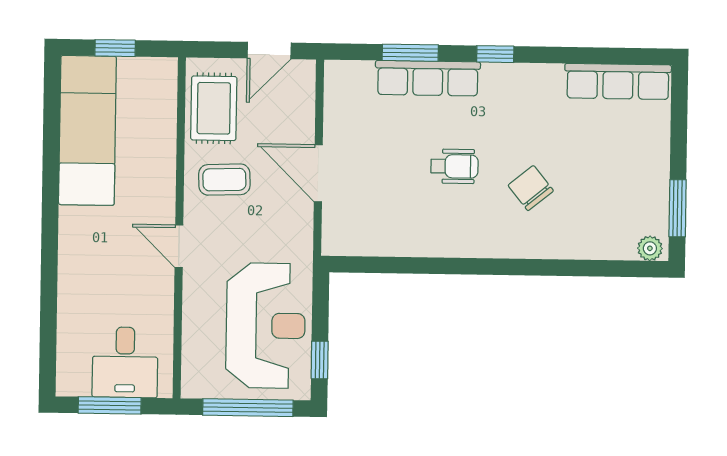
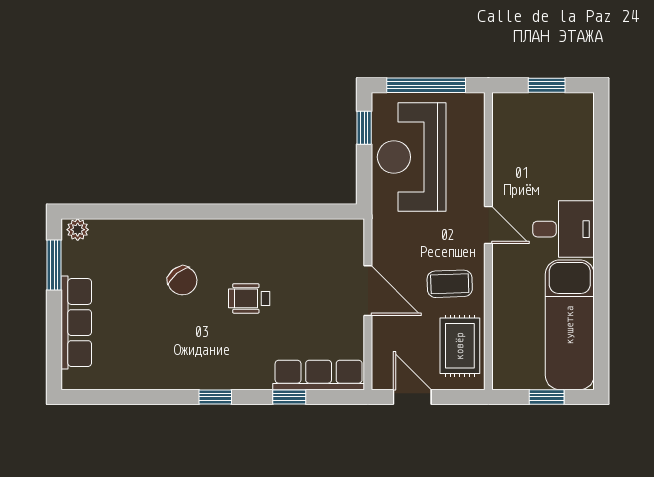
door: (269, 50) -> (412, 397), hinge flipped
window: (410, 53) -> (289, 397), width x0.67
row of seats: (428, 78) -> (319, 375), moved
row of seats: (618, 81) -> (76, 323), moved, turned 90
desk: (125, 362) -> (563, 229), moved, turned 90
window: (110, 405) -> (547, 85), width x0.67

